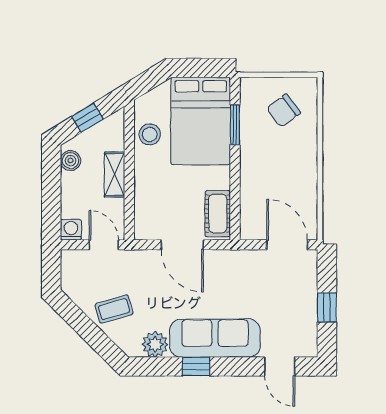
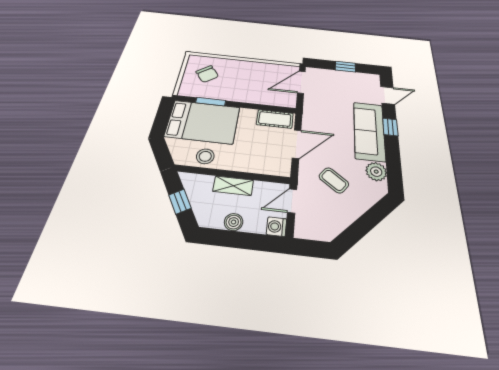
boiler: (70, 161) -> (234, 222), moved
coffee table: (114, 309) -> (334, 180), moved, turned -37
window: (196, 366) -> (390, 127), moved

